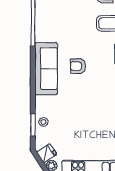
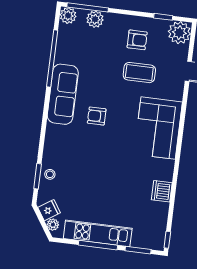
sofa: (46, 69) -> (63, 94), moved

